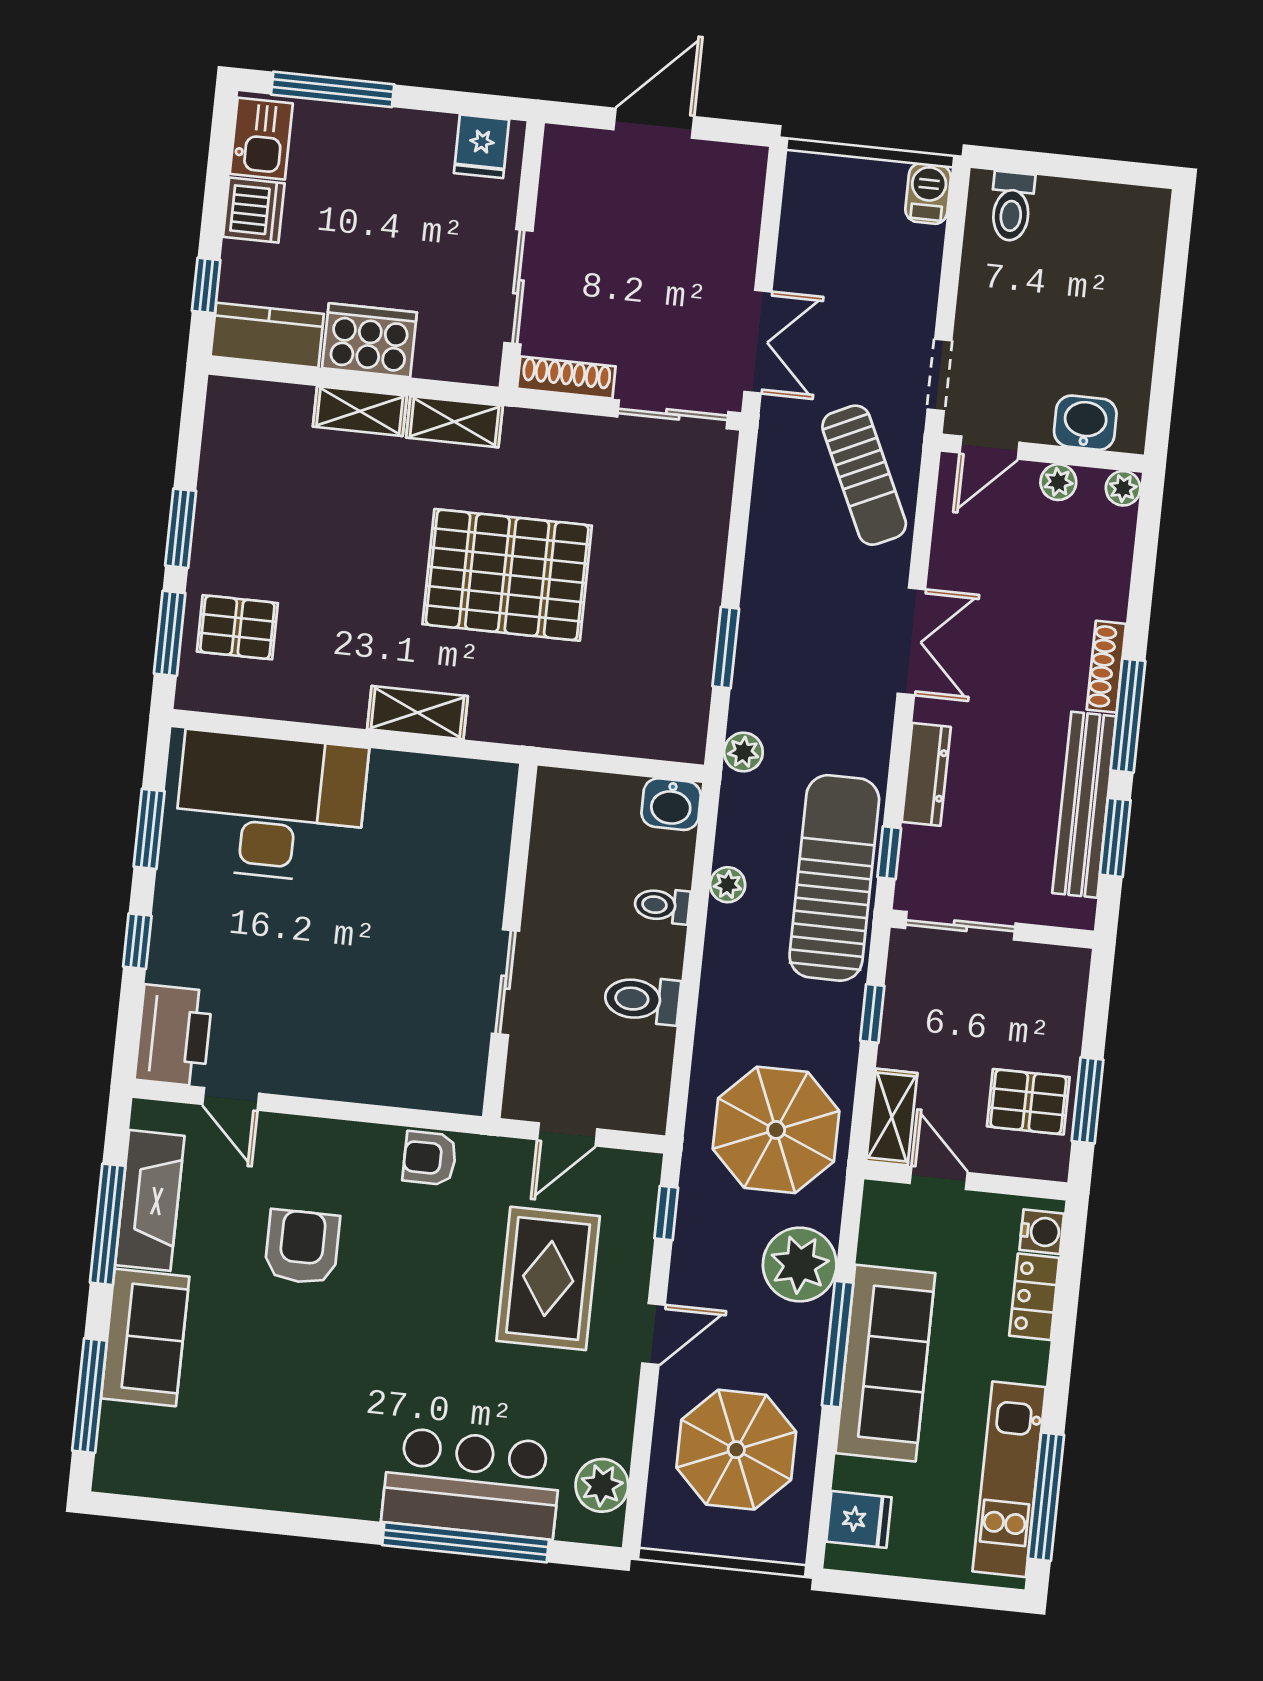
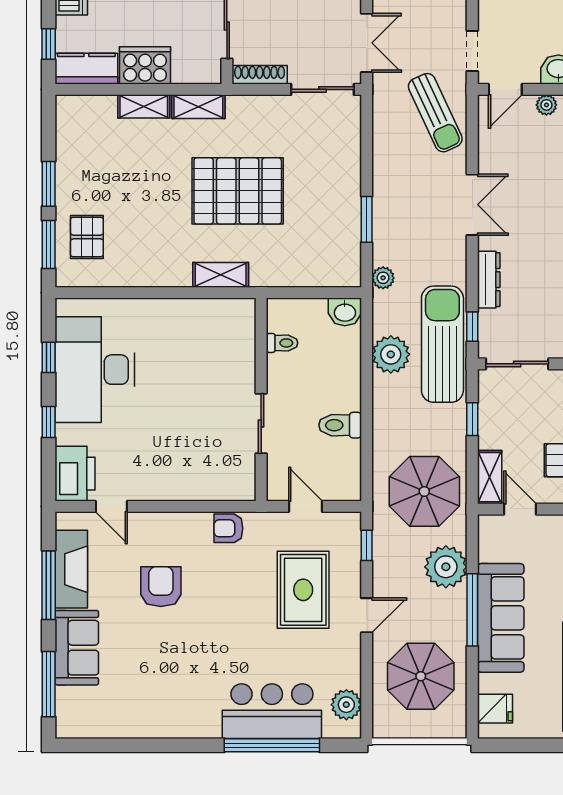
pallet: (237, 627) -> (87, 237), turned 90
shelving: (417, 713) -> (221, 275), moved
desk: (270, 807) -> (95, 370), moved, turned -90
window: (149, 829) -> (49, 357), width x0.67
plant: (728, 885) -> (391, 354), width x1.88, depth x1.88
toilet: (662, 905) -> (282, 343), moved, turned 180
door: (567, 1134) -> (305, 506), swing flipped

